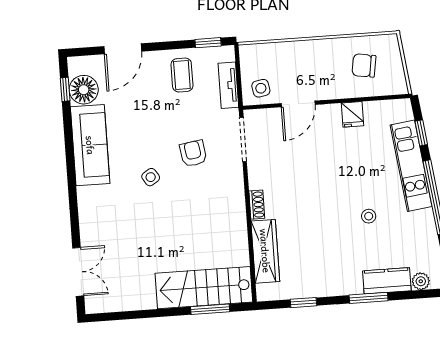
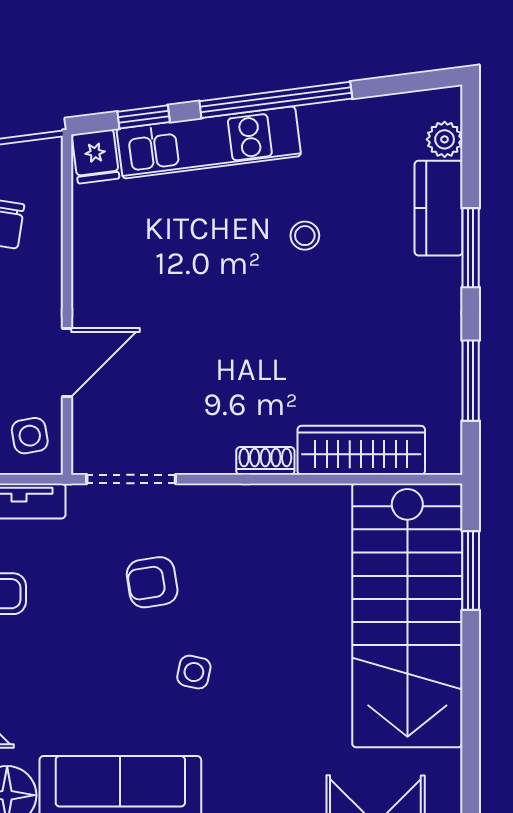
door: (298, 104) -> (67, 362), hinge flipped
fridge: (352, 114) -> (96, 156), moved, turned 83
side table: (151, 177) -> (194, 672), turned 45
stairs: (204, 288) -> (407, 615), width x1.36, depth x1.51
window: (303, 303) -> (471, 381), width x1.50

